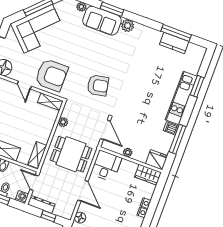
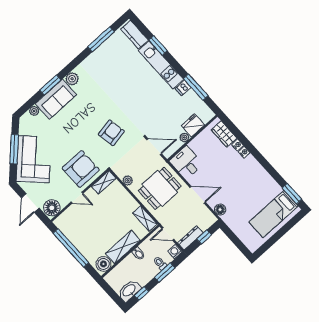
kitchen counter: (174, 43) -> (135, 35), moved, turned 90
fridge: (157, 160) -> (193, 125), moved
wardrobe: (148, 175) -> (224, 134), moved, turned 90

